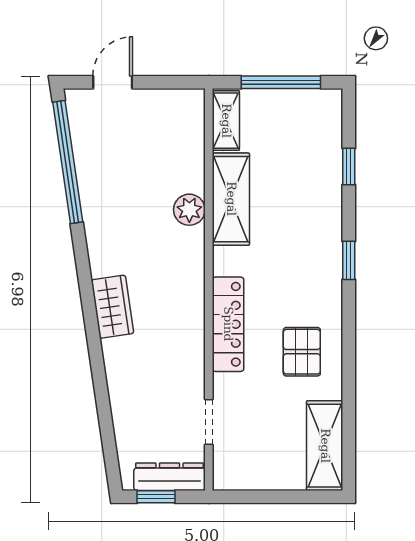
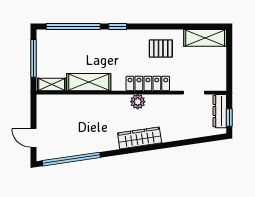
window: (349, 166) -> (73, 26), width x3.17
plant: (189, 210) -> (138, 102), moved
wardrobe: (112, 307) -> (140, 138), width x1.50

